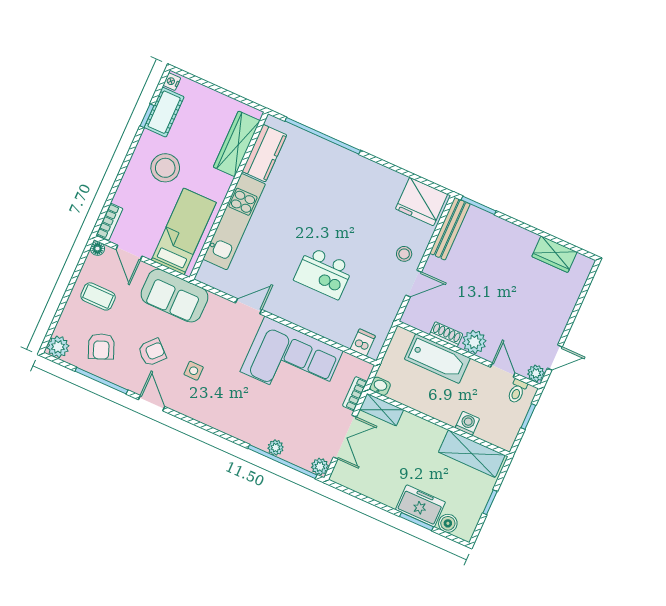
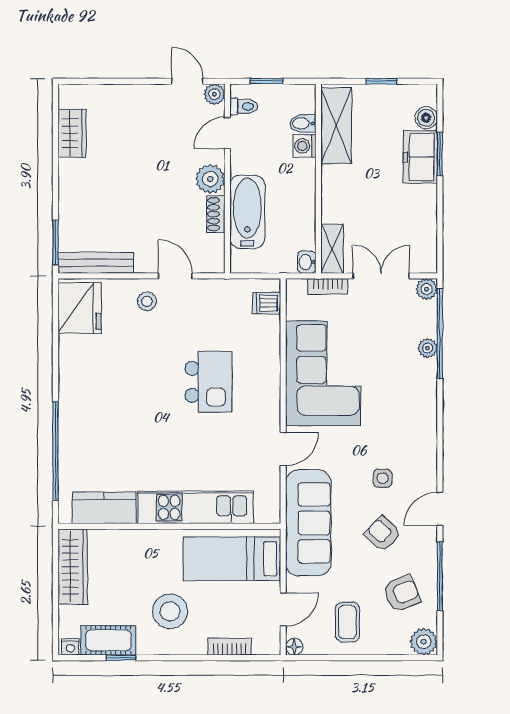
wardrobe: (237, 144) -> (73, 567), moved, turned -90
bookcase: (110, 222) -> (230, 647), moved
sofa: (175, 296) -> (308, 523), width x1.36
door: (249, 306) -> (283, 449), swing flipped
bidet: (485, 429) -> (303, 123), added

